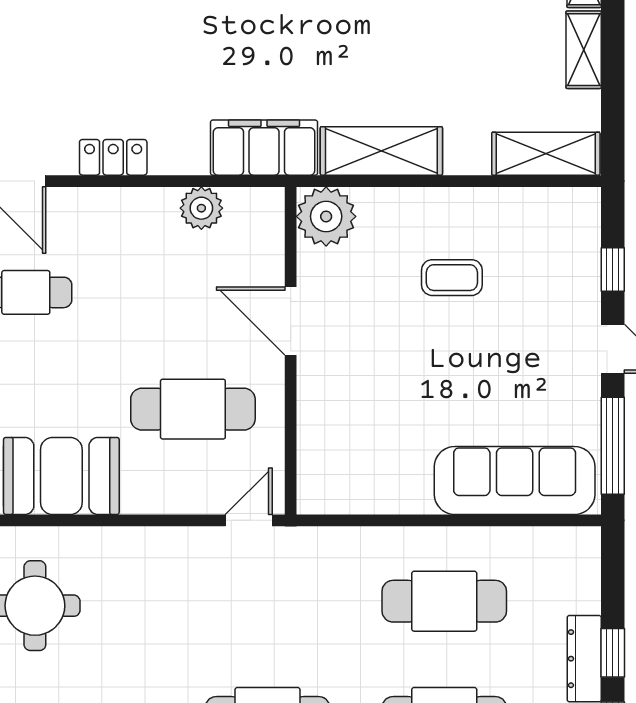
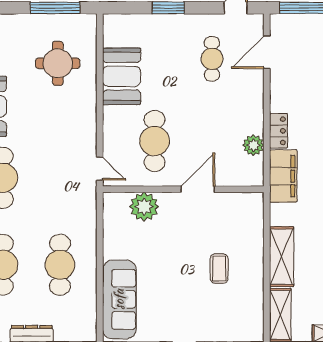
shelving: (381, 151) -> (282, 257), moved
locker: (113, 157) -> (278, 131), moved
plant: (326, 216) -> (144, 207), moved

